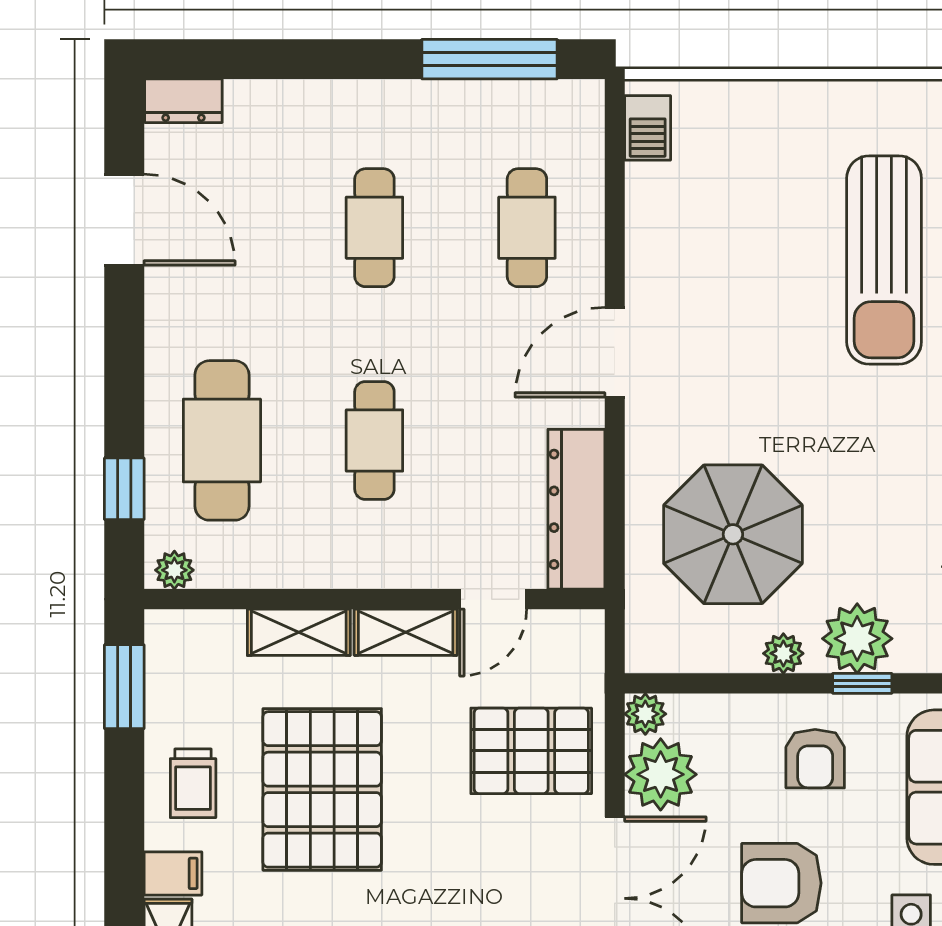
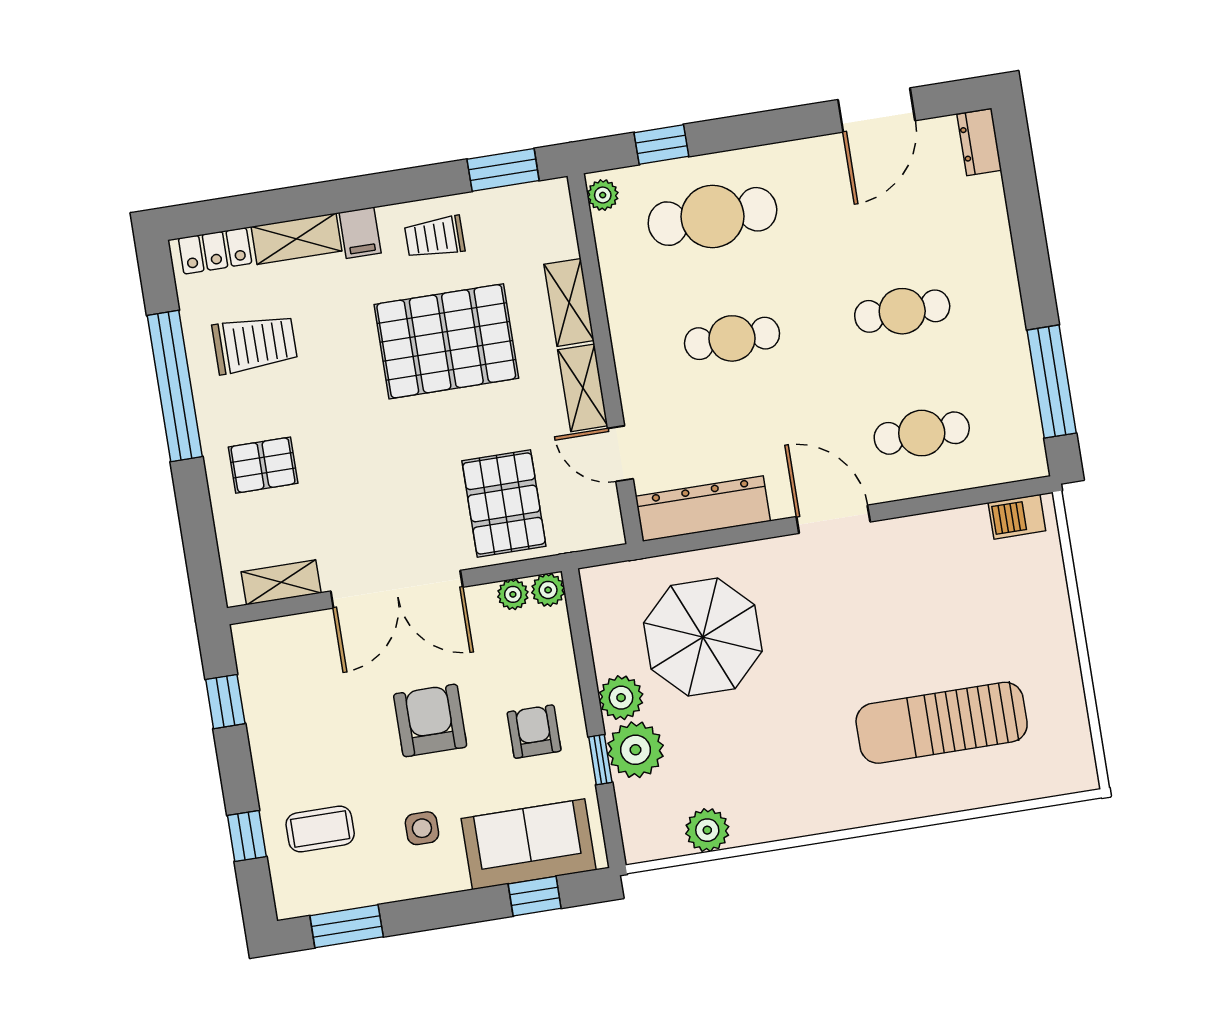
plant: (783, 653) -> (621, 698), width x1.38, depth x1.38
armchair: (815, 759) -> (534, 732), turned 90
plant: (661, 774) -> (513, 594), width x0.53, depth x0.53

